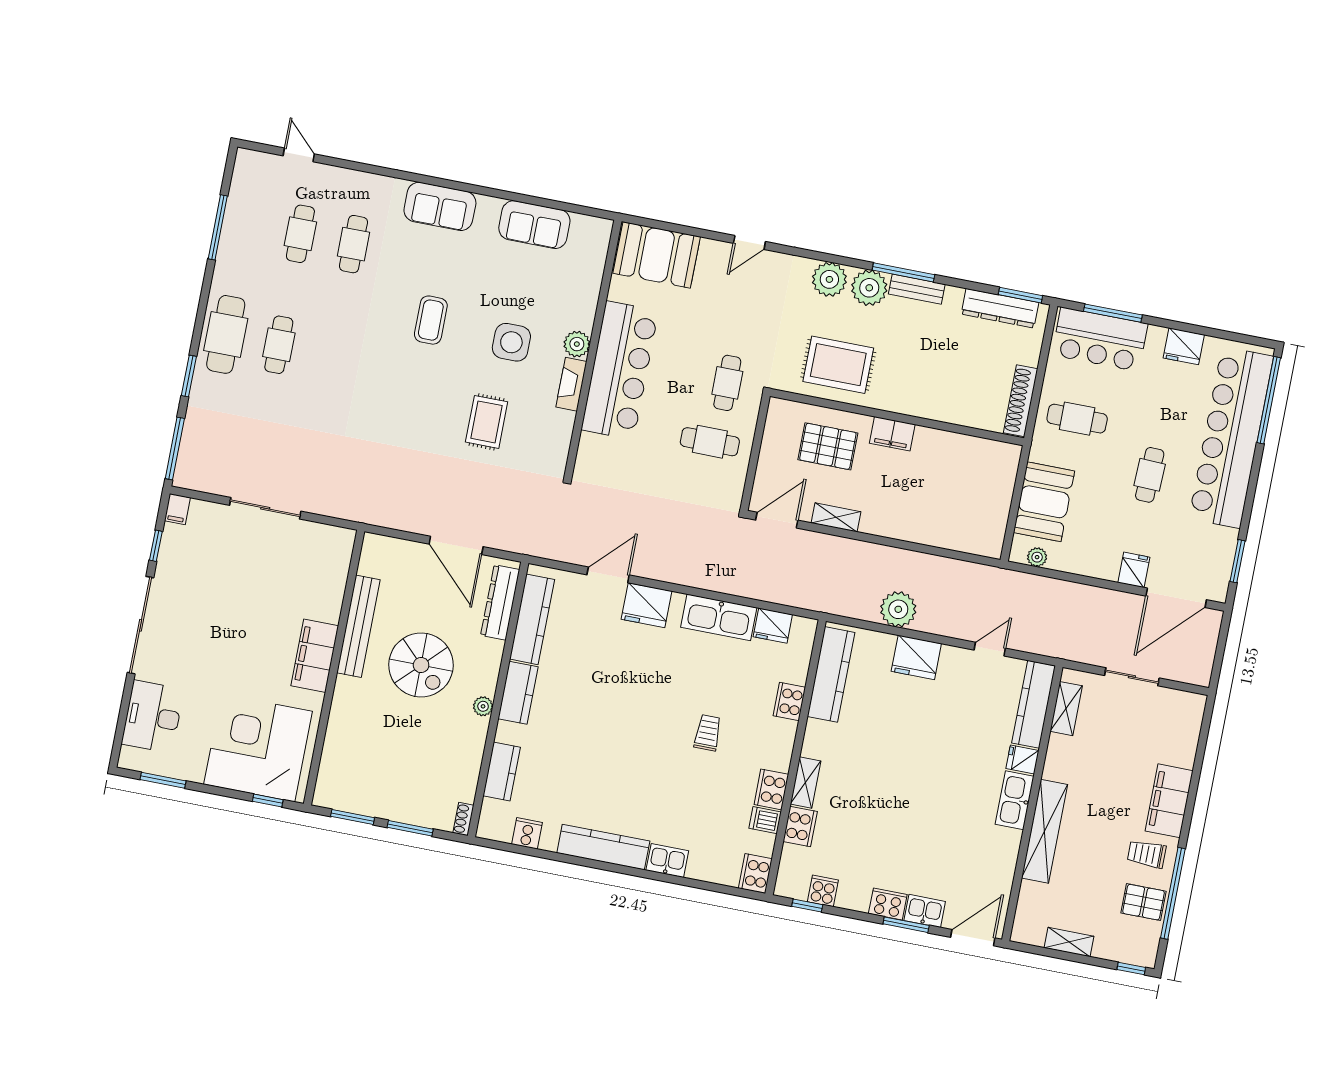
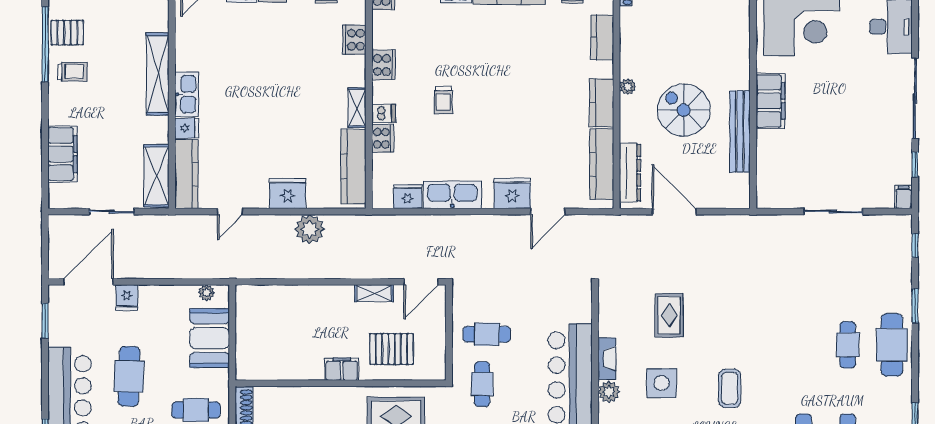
window: (175, 449) -> (915, 245), width x0.46
cafe table: (1150, 475) -> (129, 376), width x1.37, depth x1.35
shelving: (1066, 709) -> (156, 176), width x1.50, depth x1.33
shelving: (806, 782) -> (357, 108), moved
filing cabinet: (1169, 801) -> (63, 154), moved
dishwasher: (765, 820) -> (384, 114), moved

